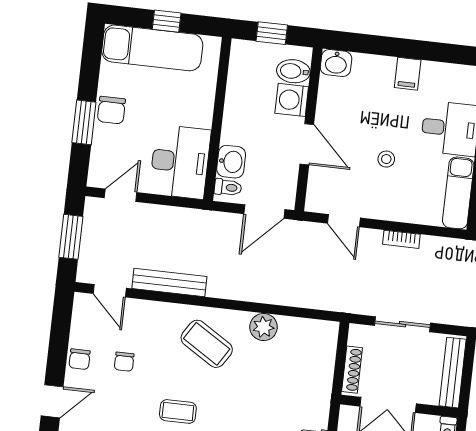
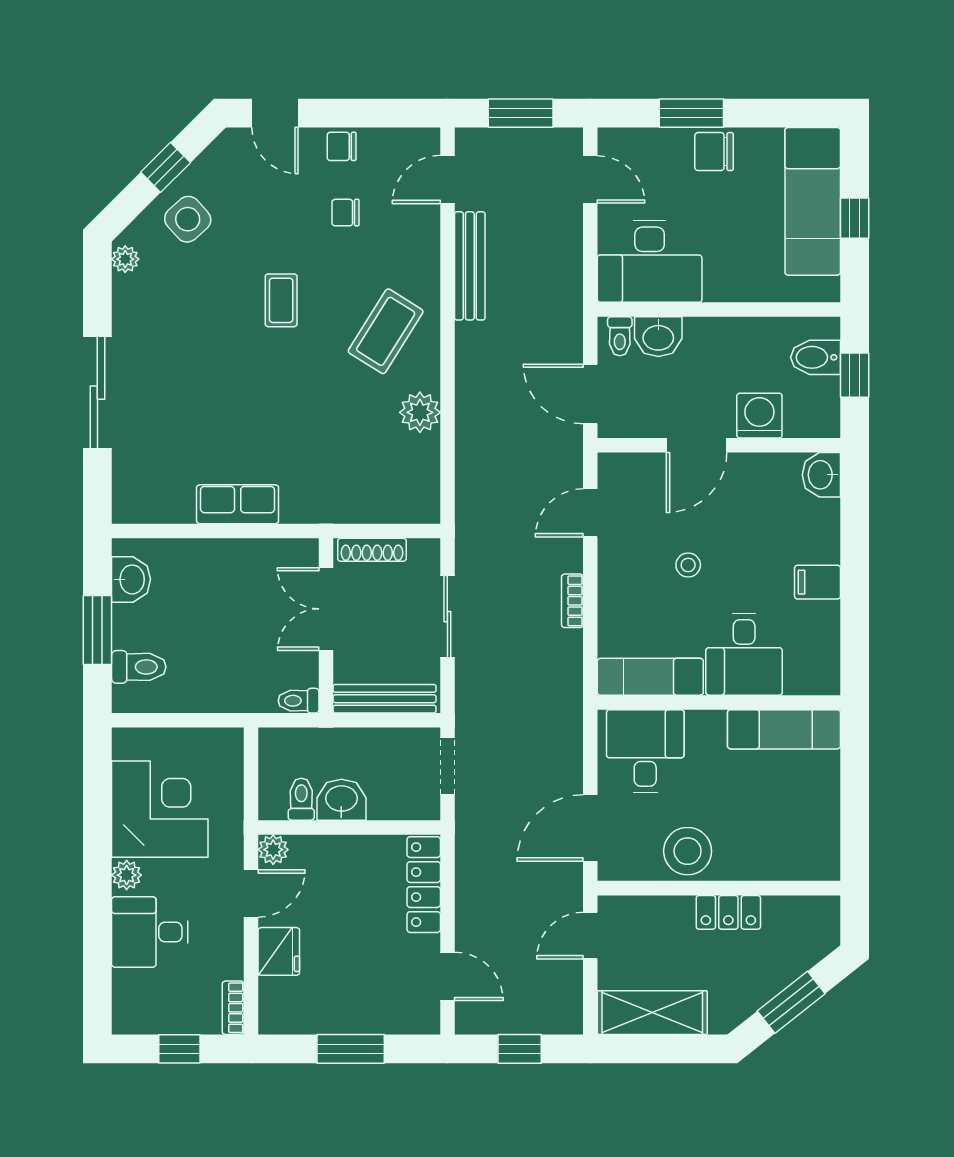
bidet: (293, 71) -> (815, 357), moved, turned -90

